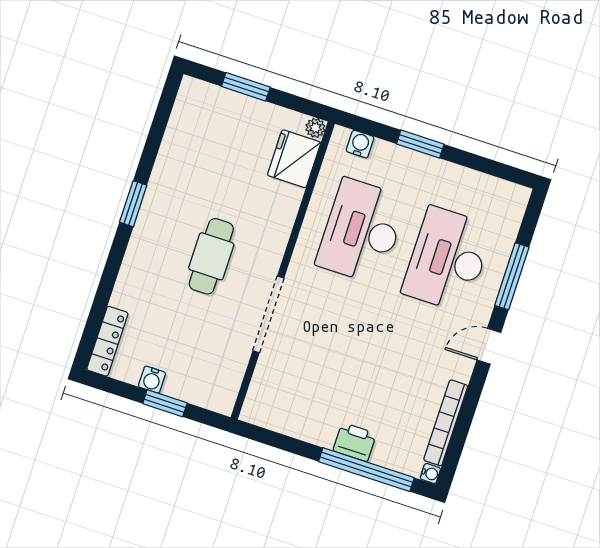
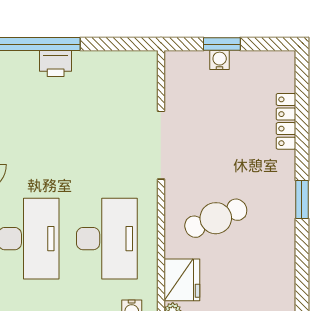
cafe table: (211, 256) -> (216, 218), moved, turned 68
locker: (107, 341) -> (286, 121), moved
water cooler: (152, 380) -> (220, 60), moved

